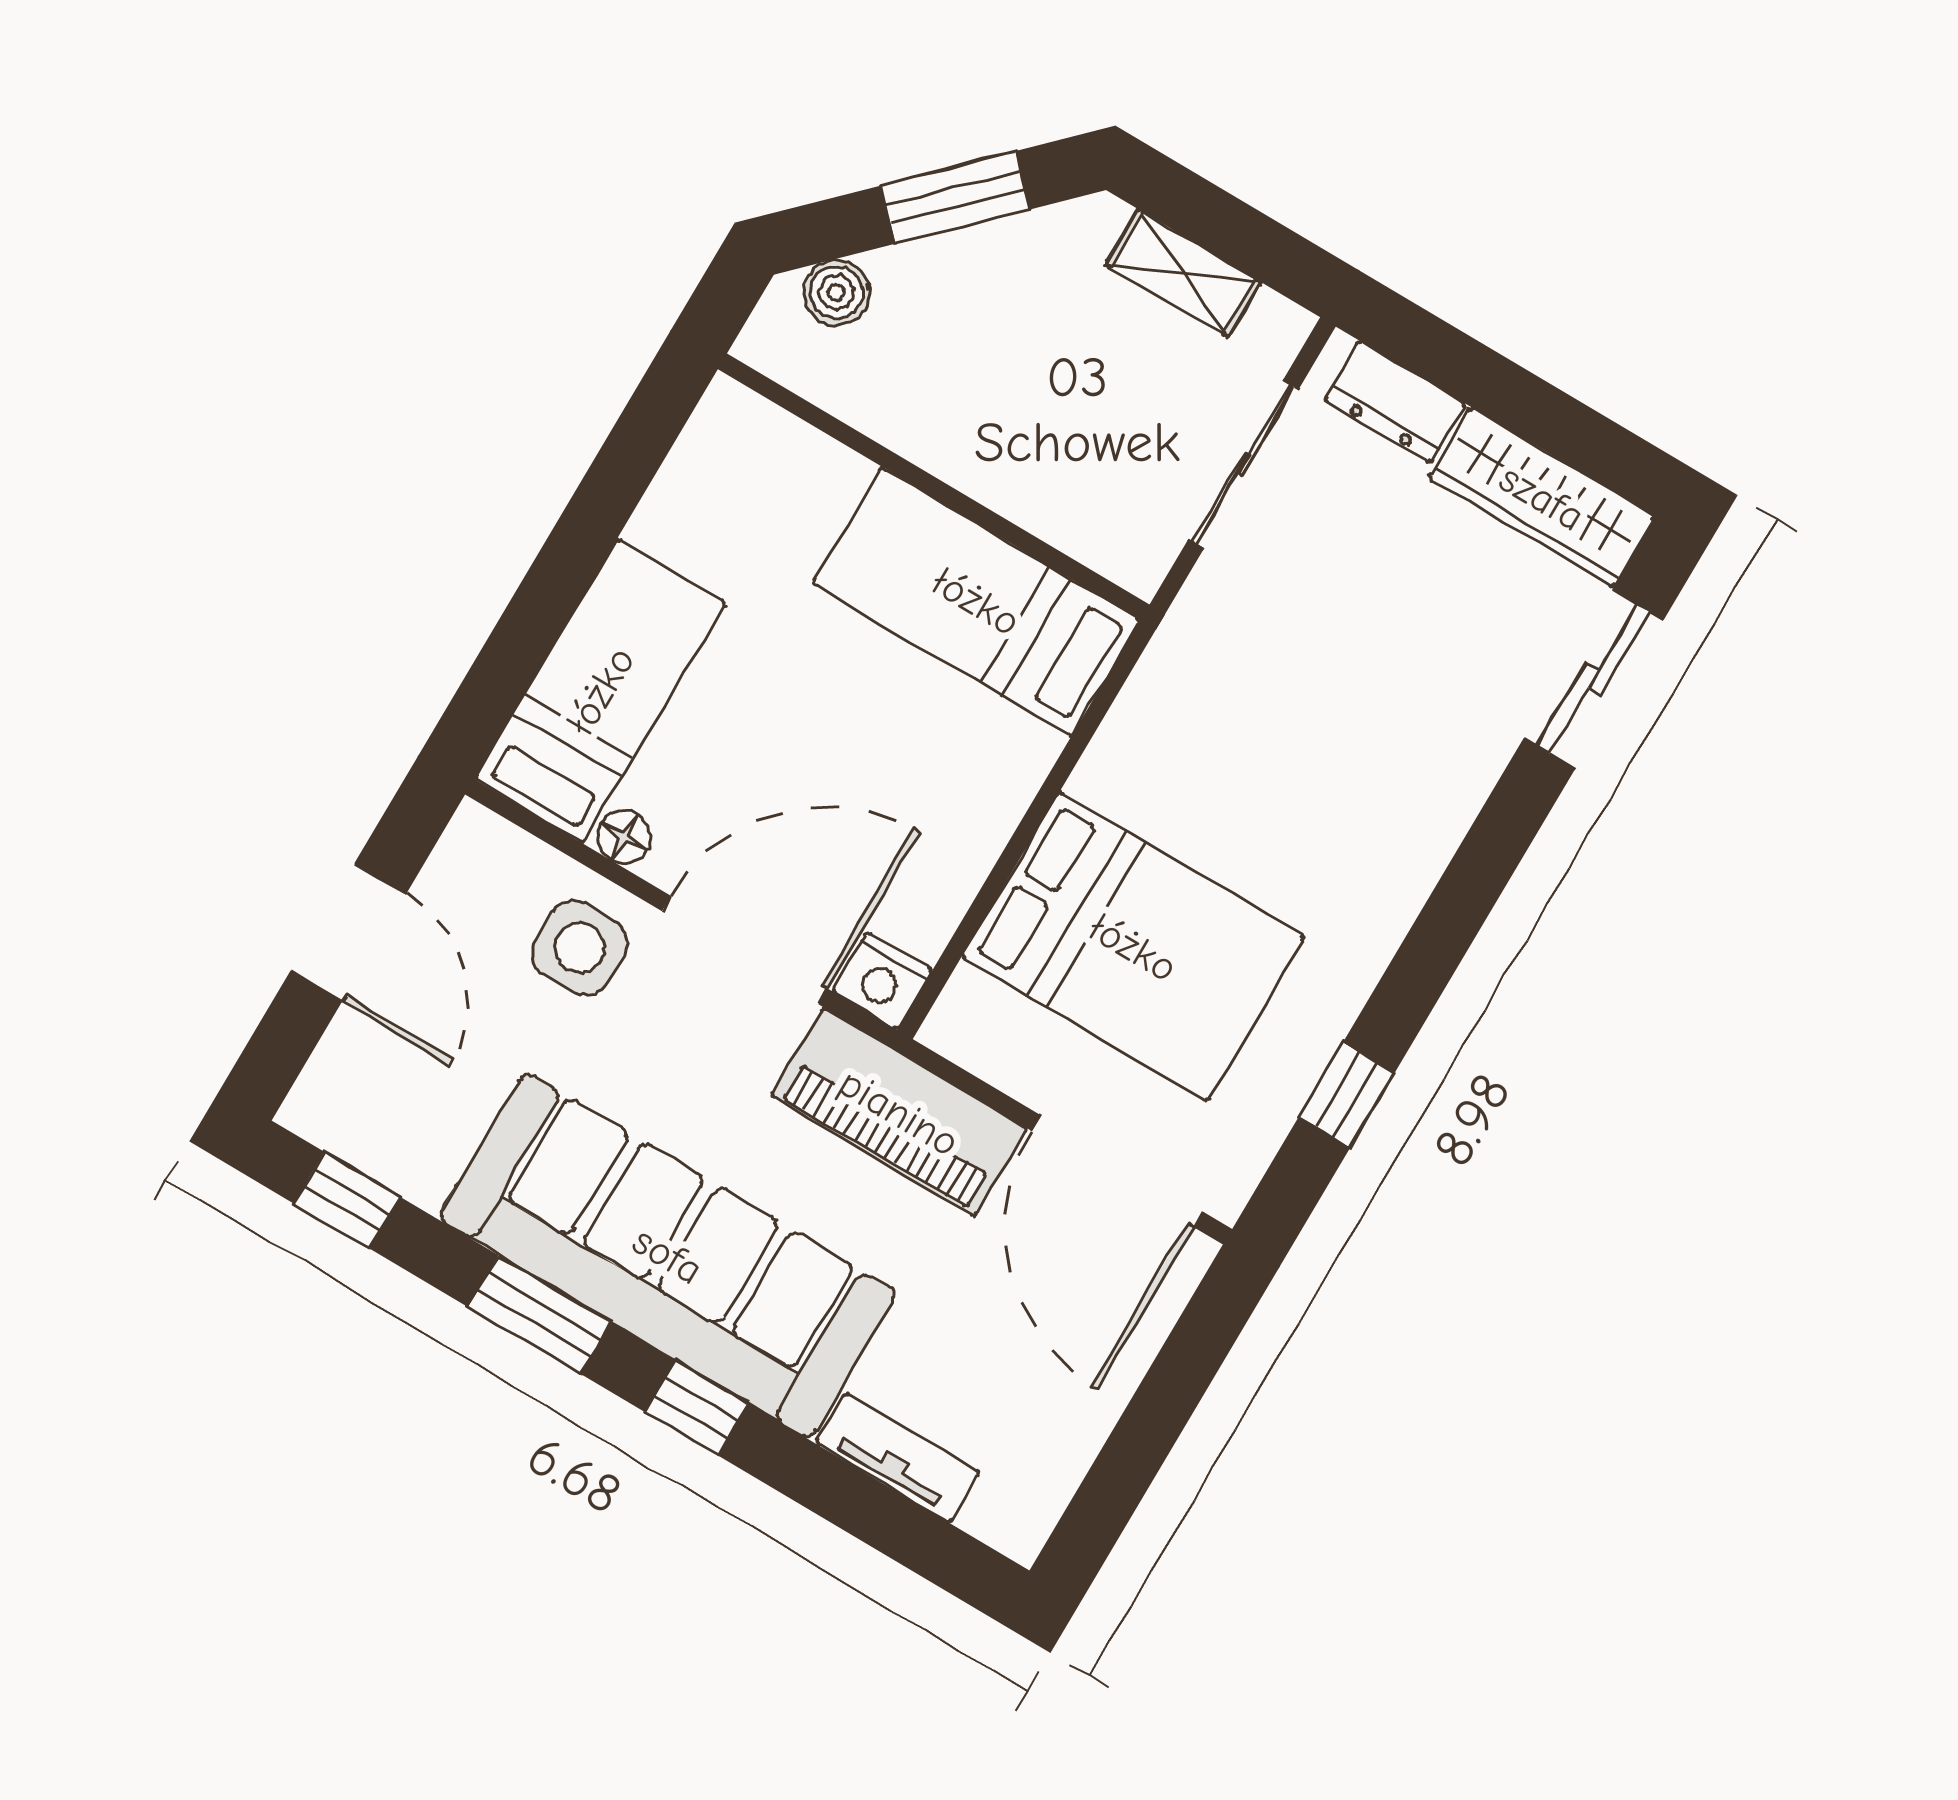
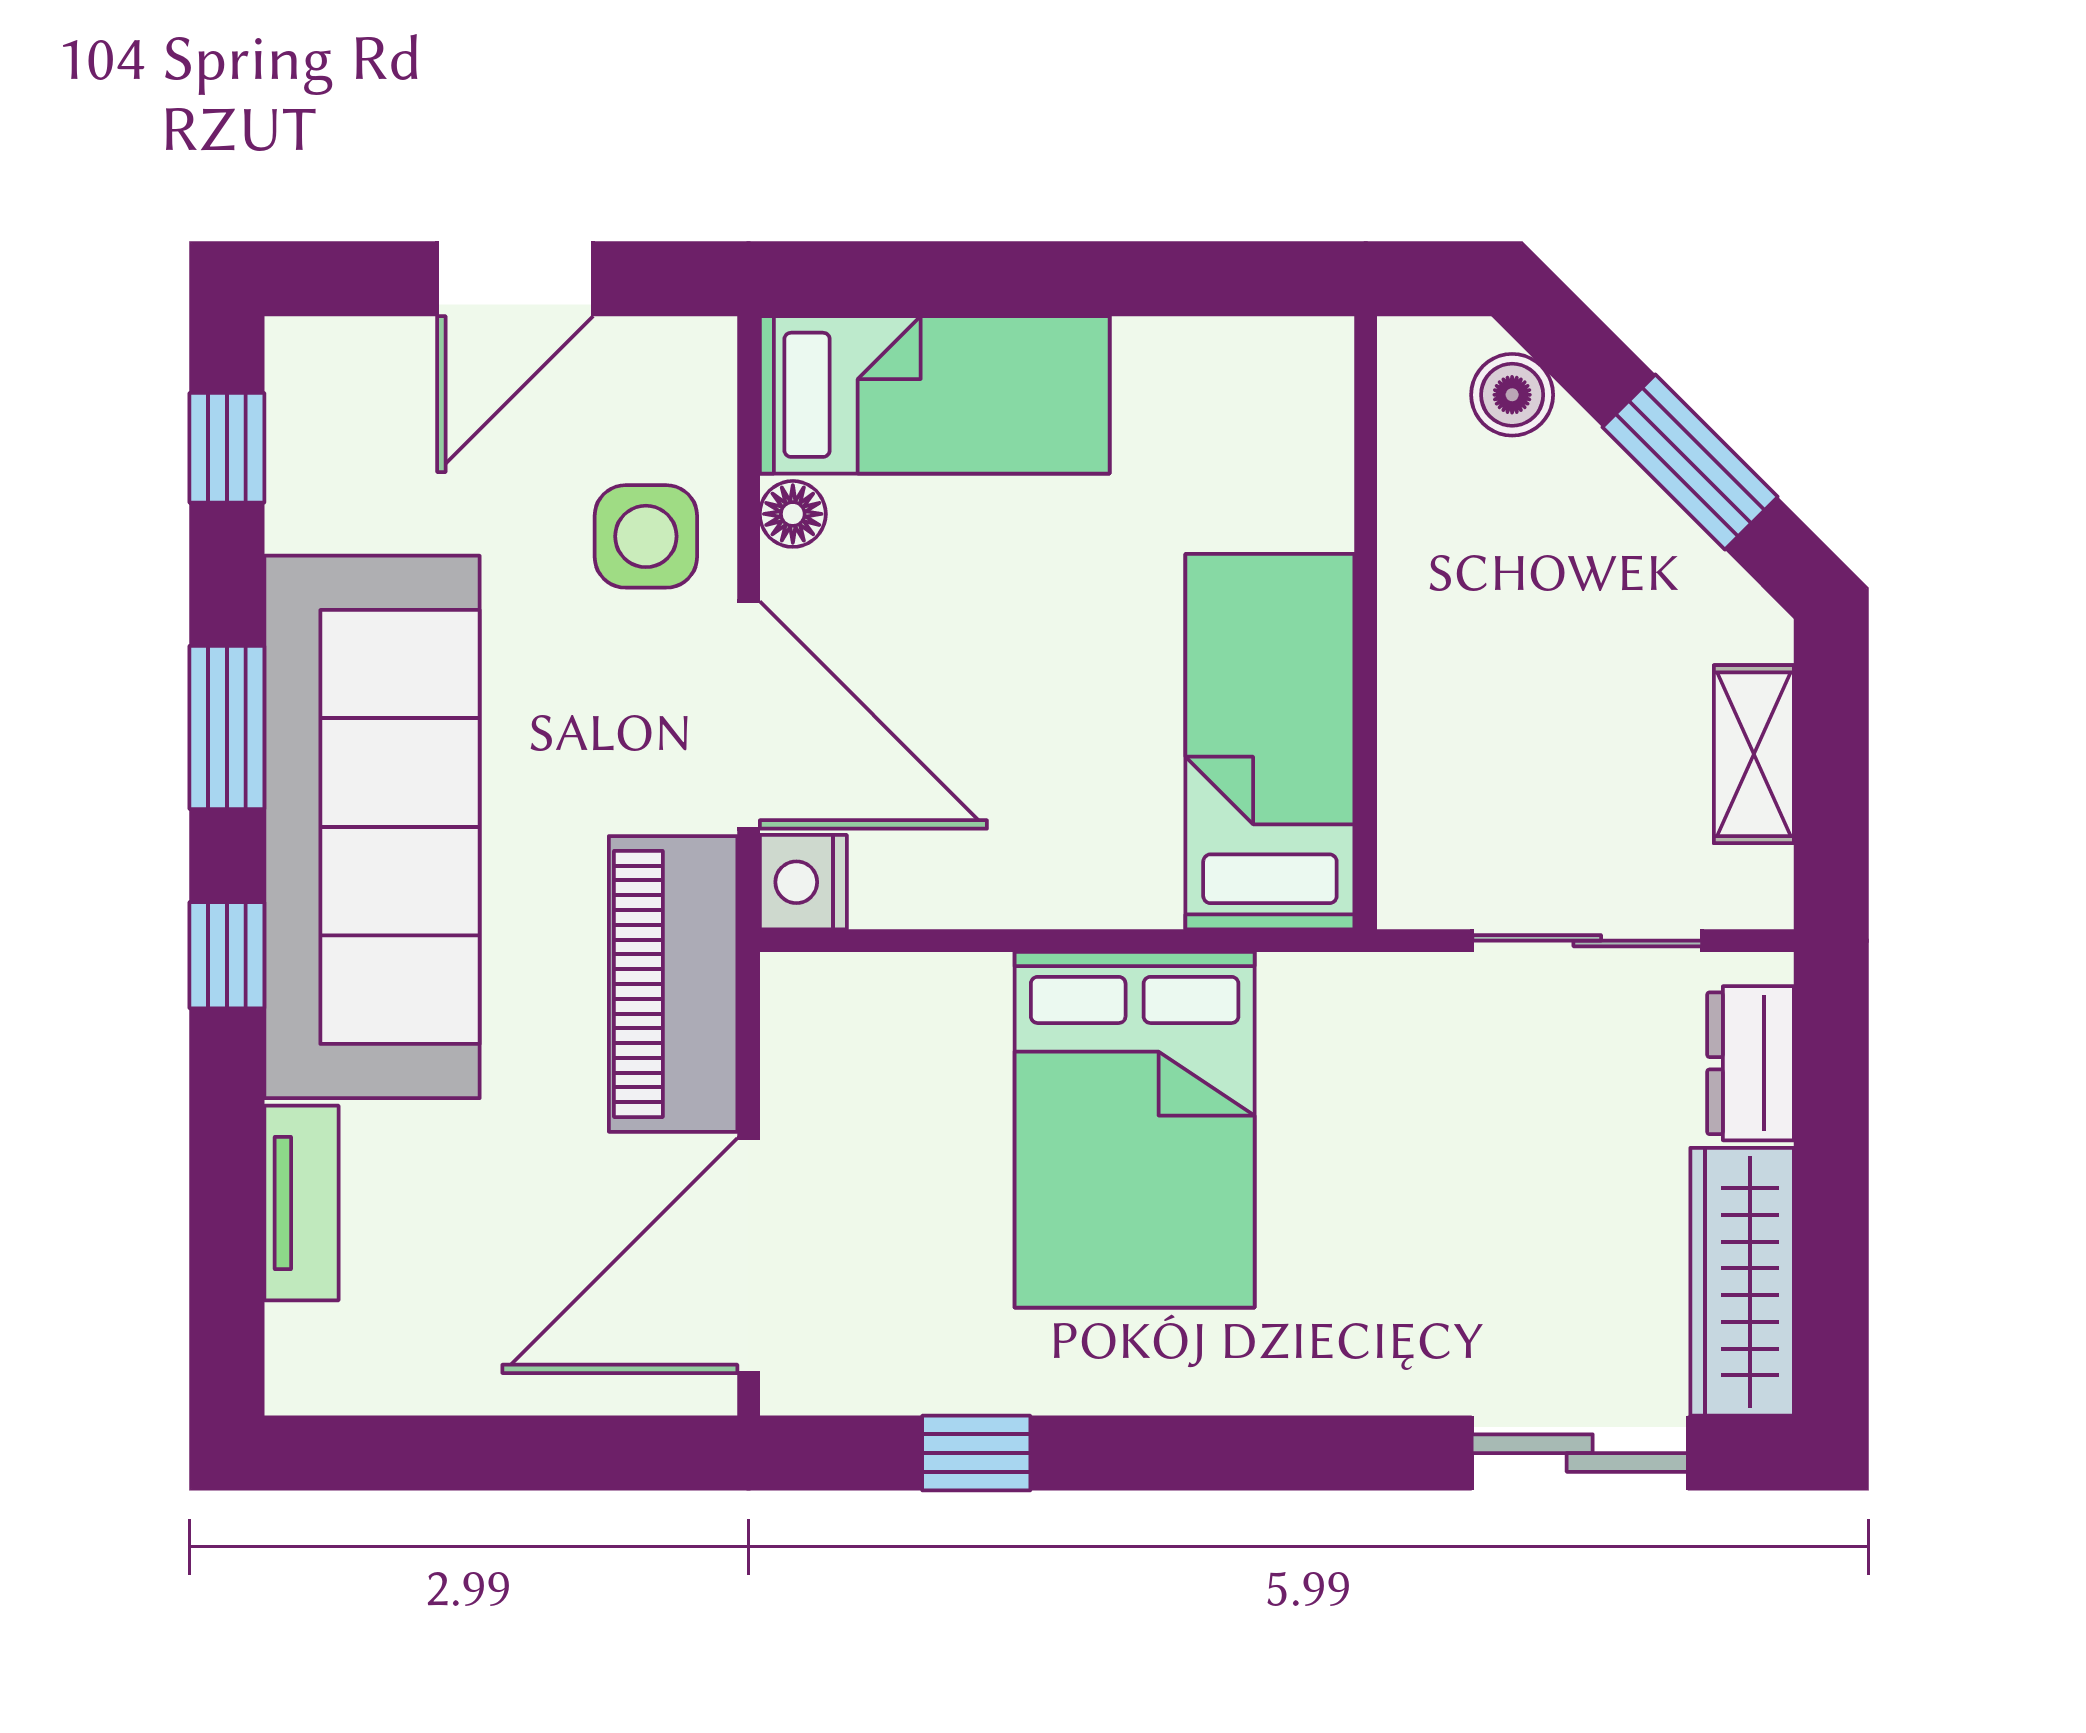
bed: (1133, 947) -> (1135, 1130), moved

